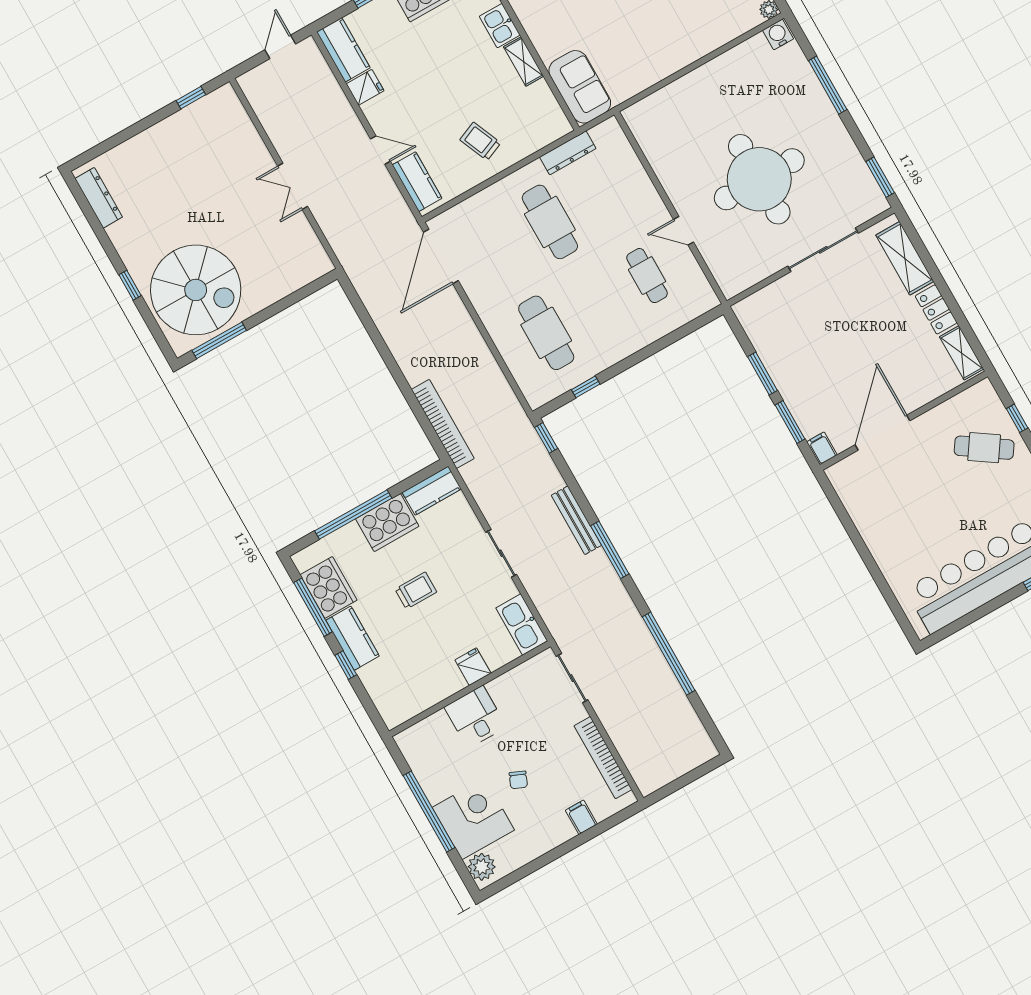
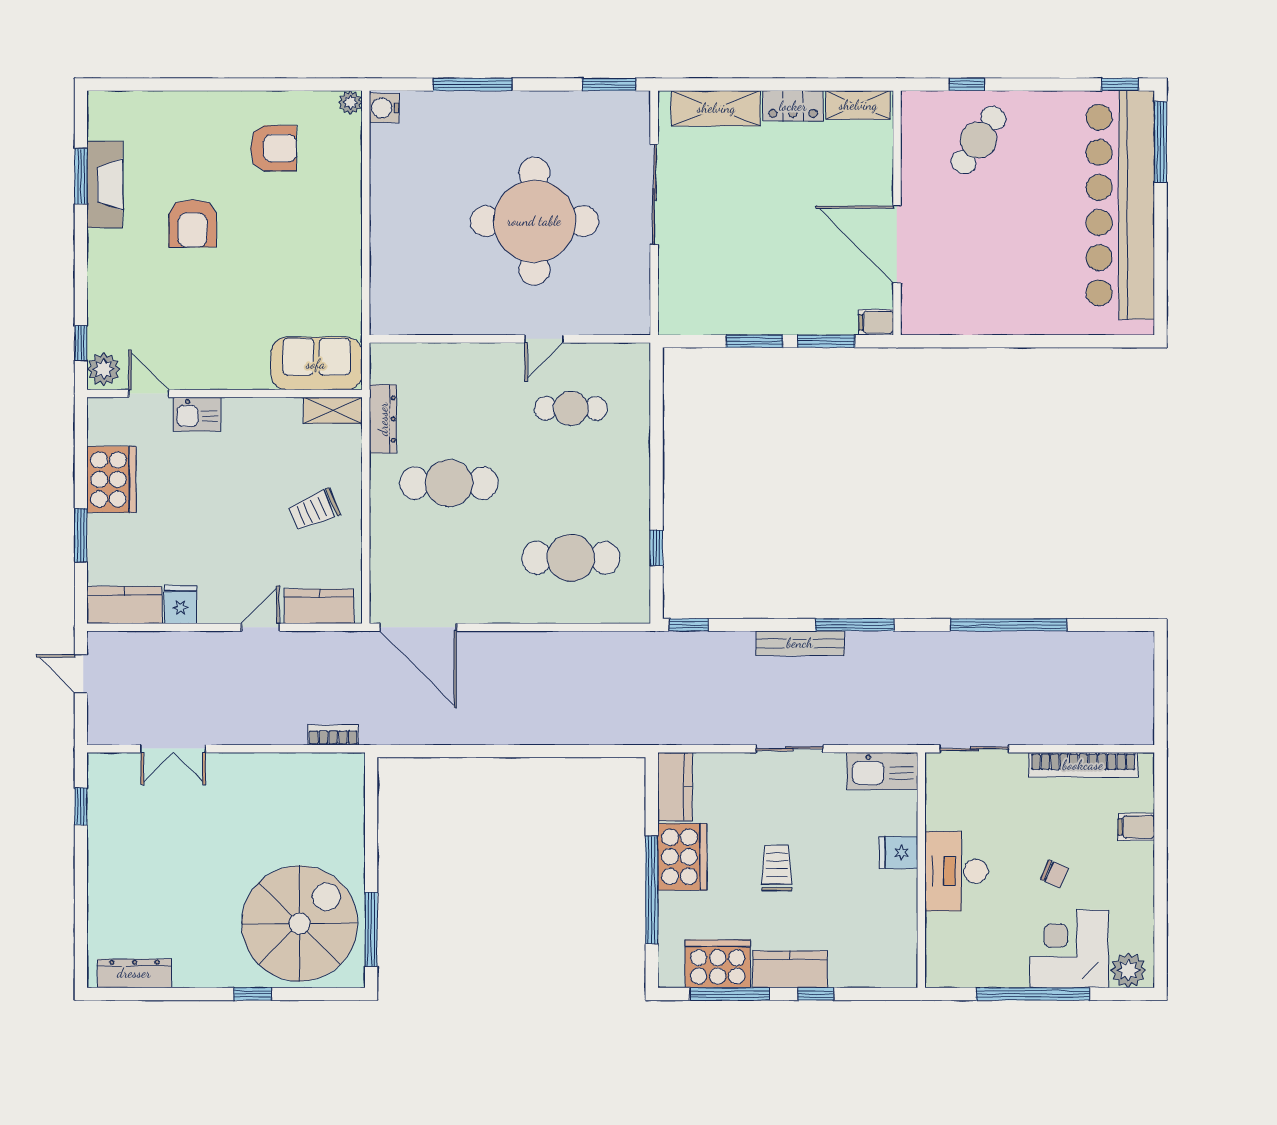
shelving: (524, 61) -> (333, 410), moved
double door: (293, 186) -> (173, 749), moved
bookcase: (443, 424) -> (333, 735), moved, width x0.43, depth x0.76
desk: (475, 717) -> (956, 871), width x1.37

